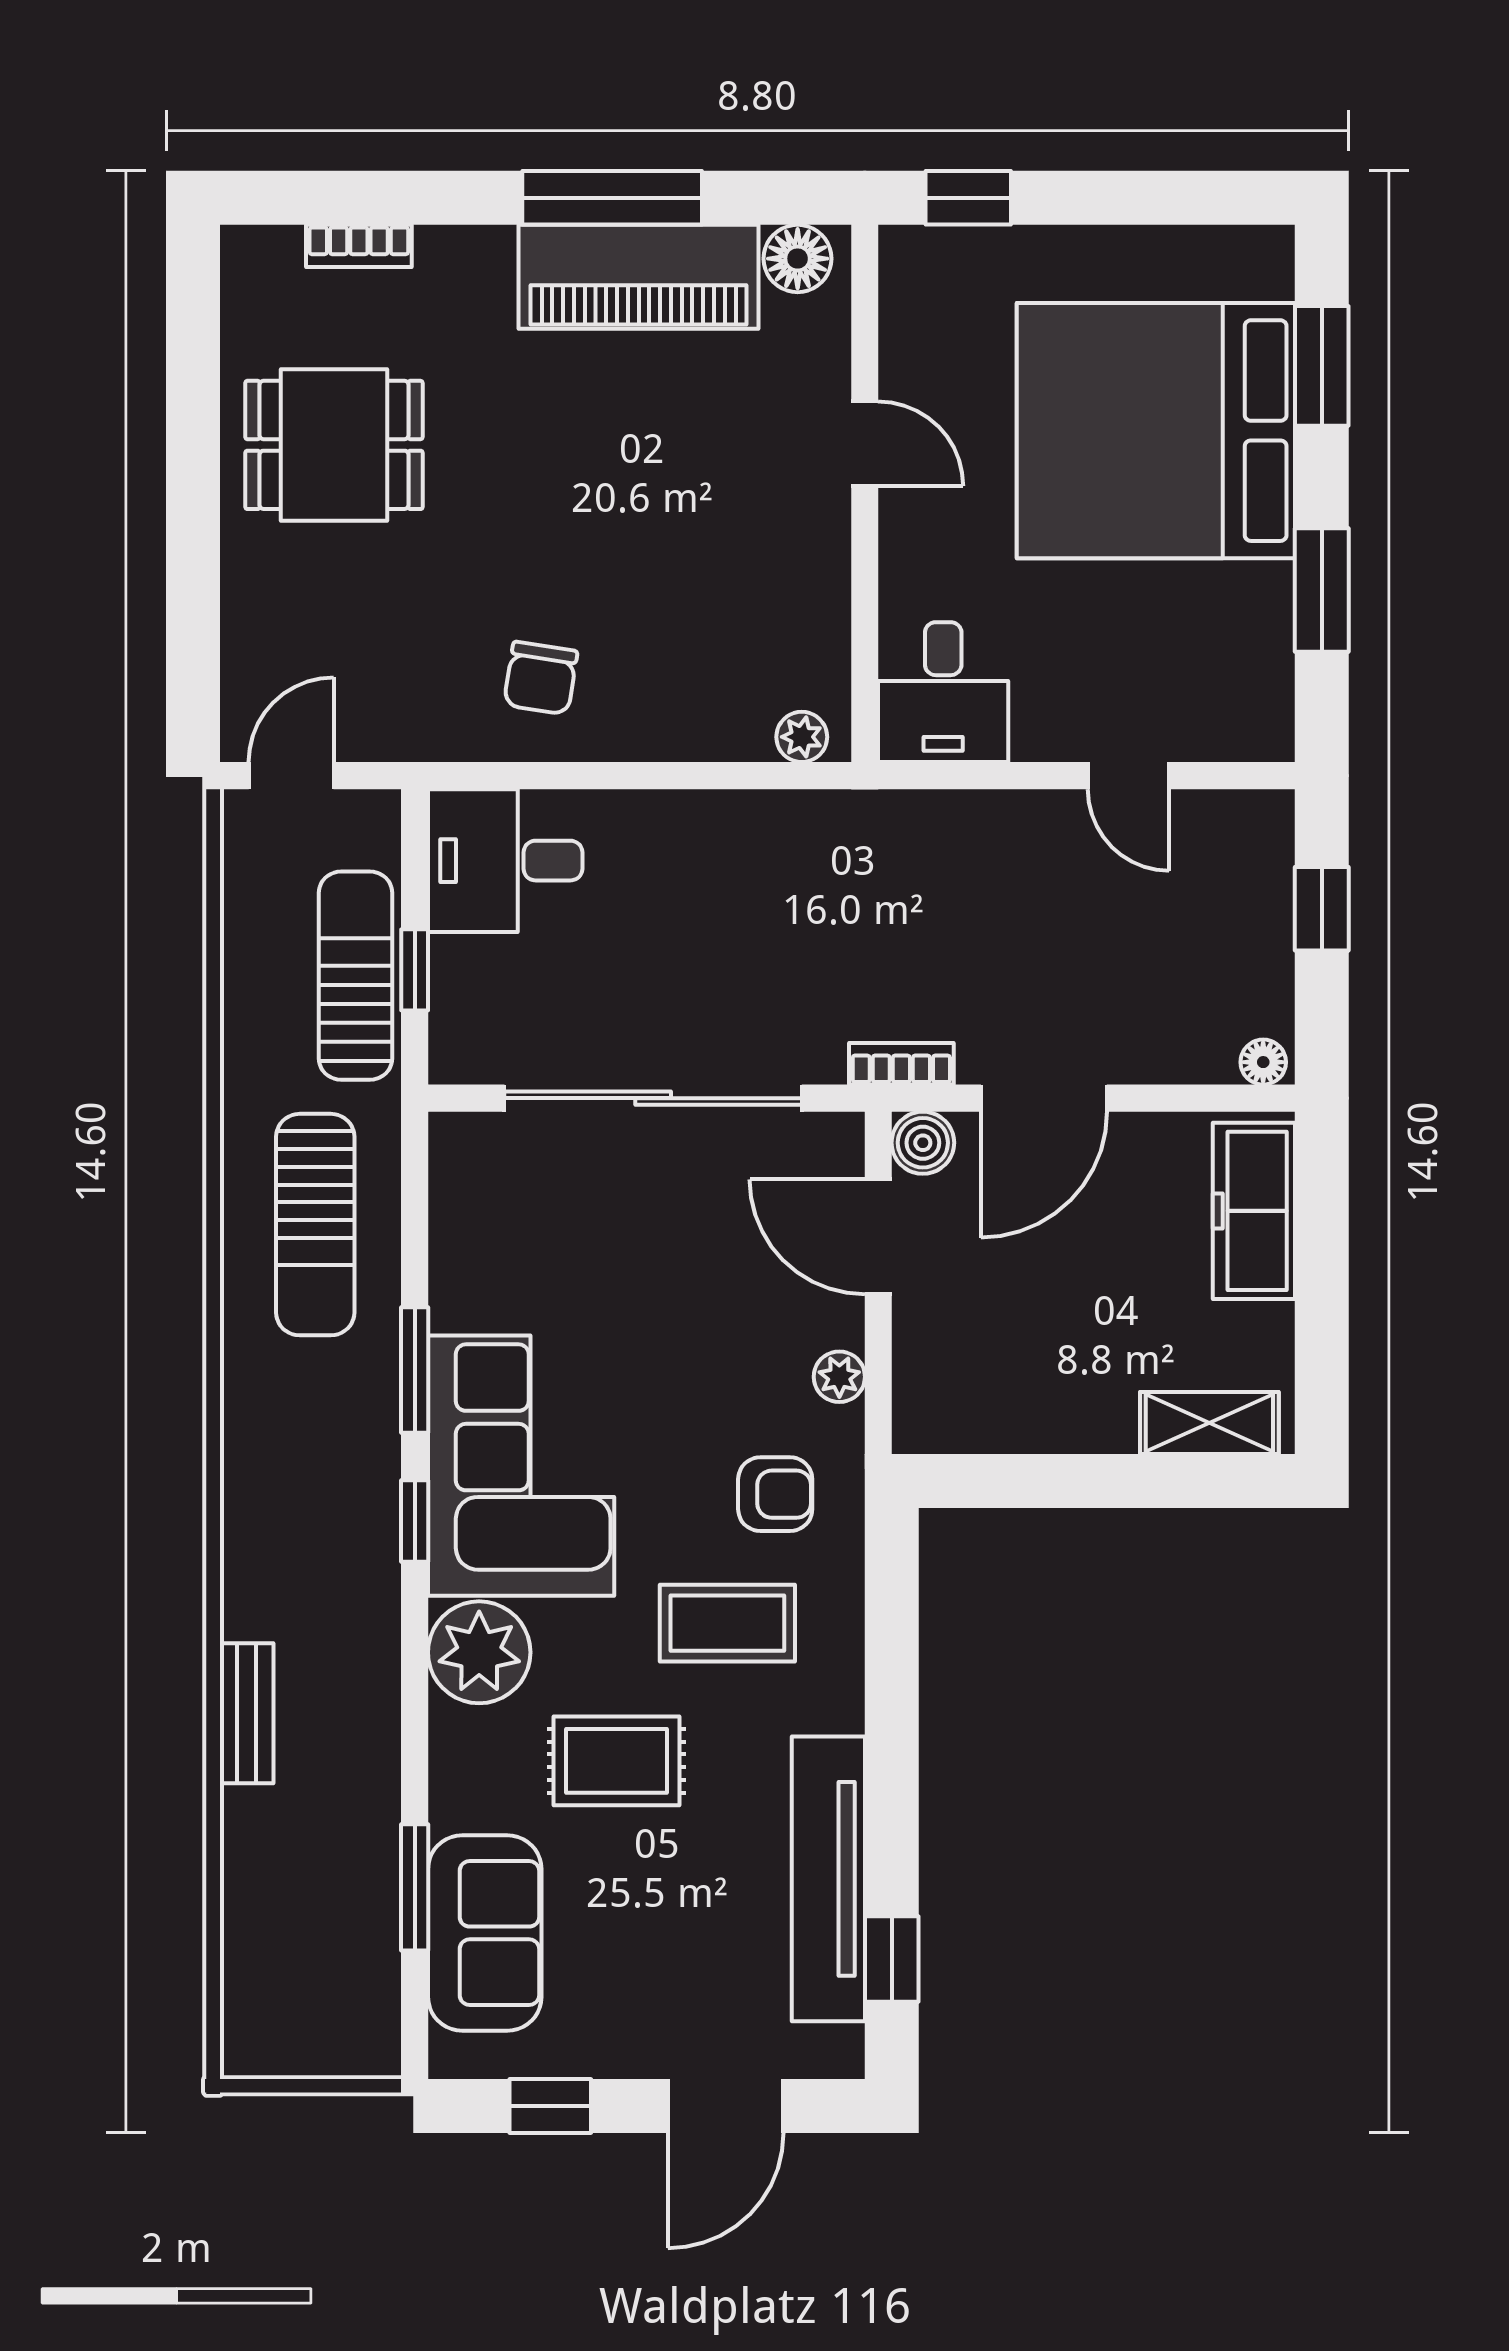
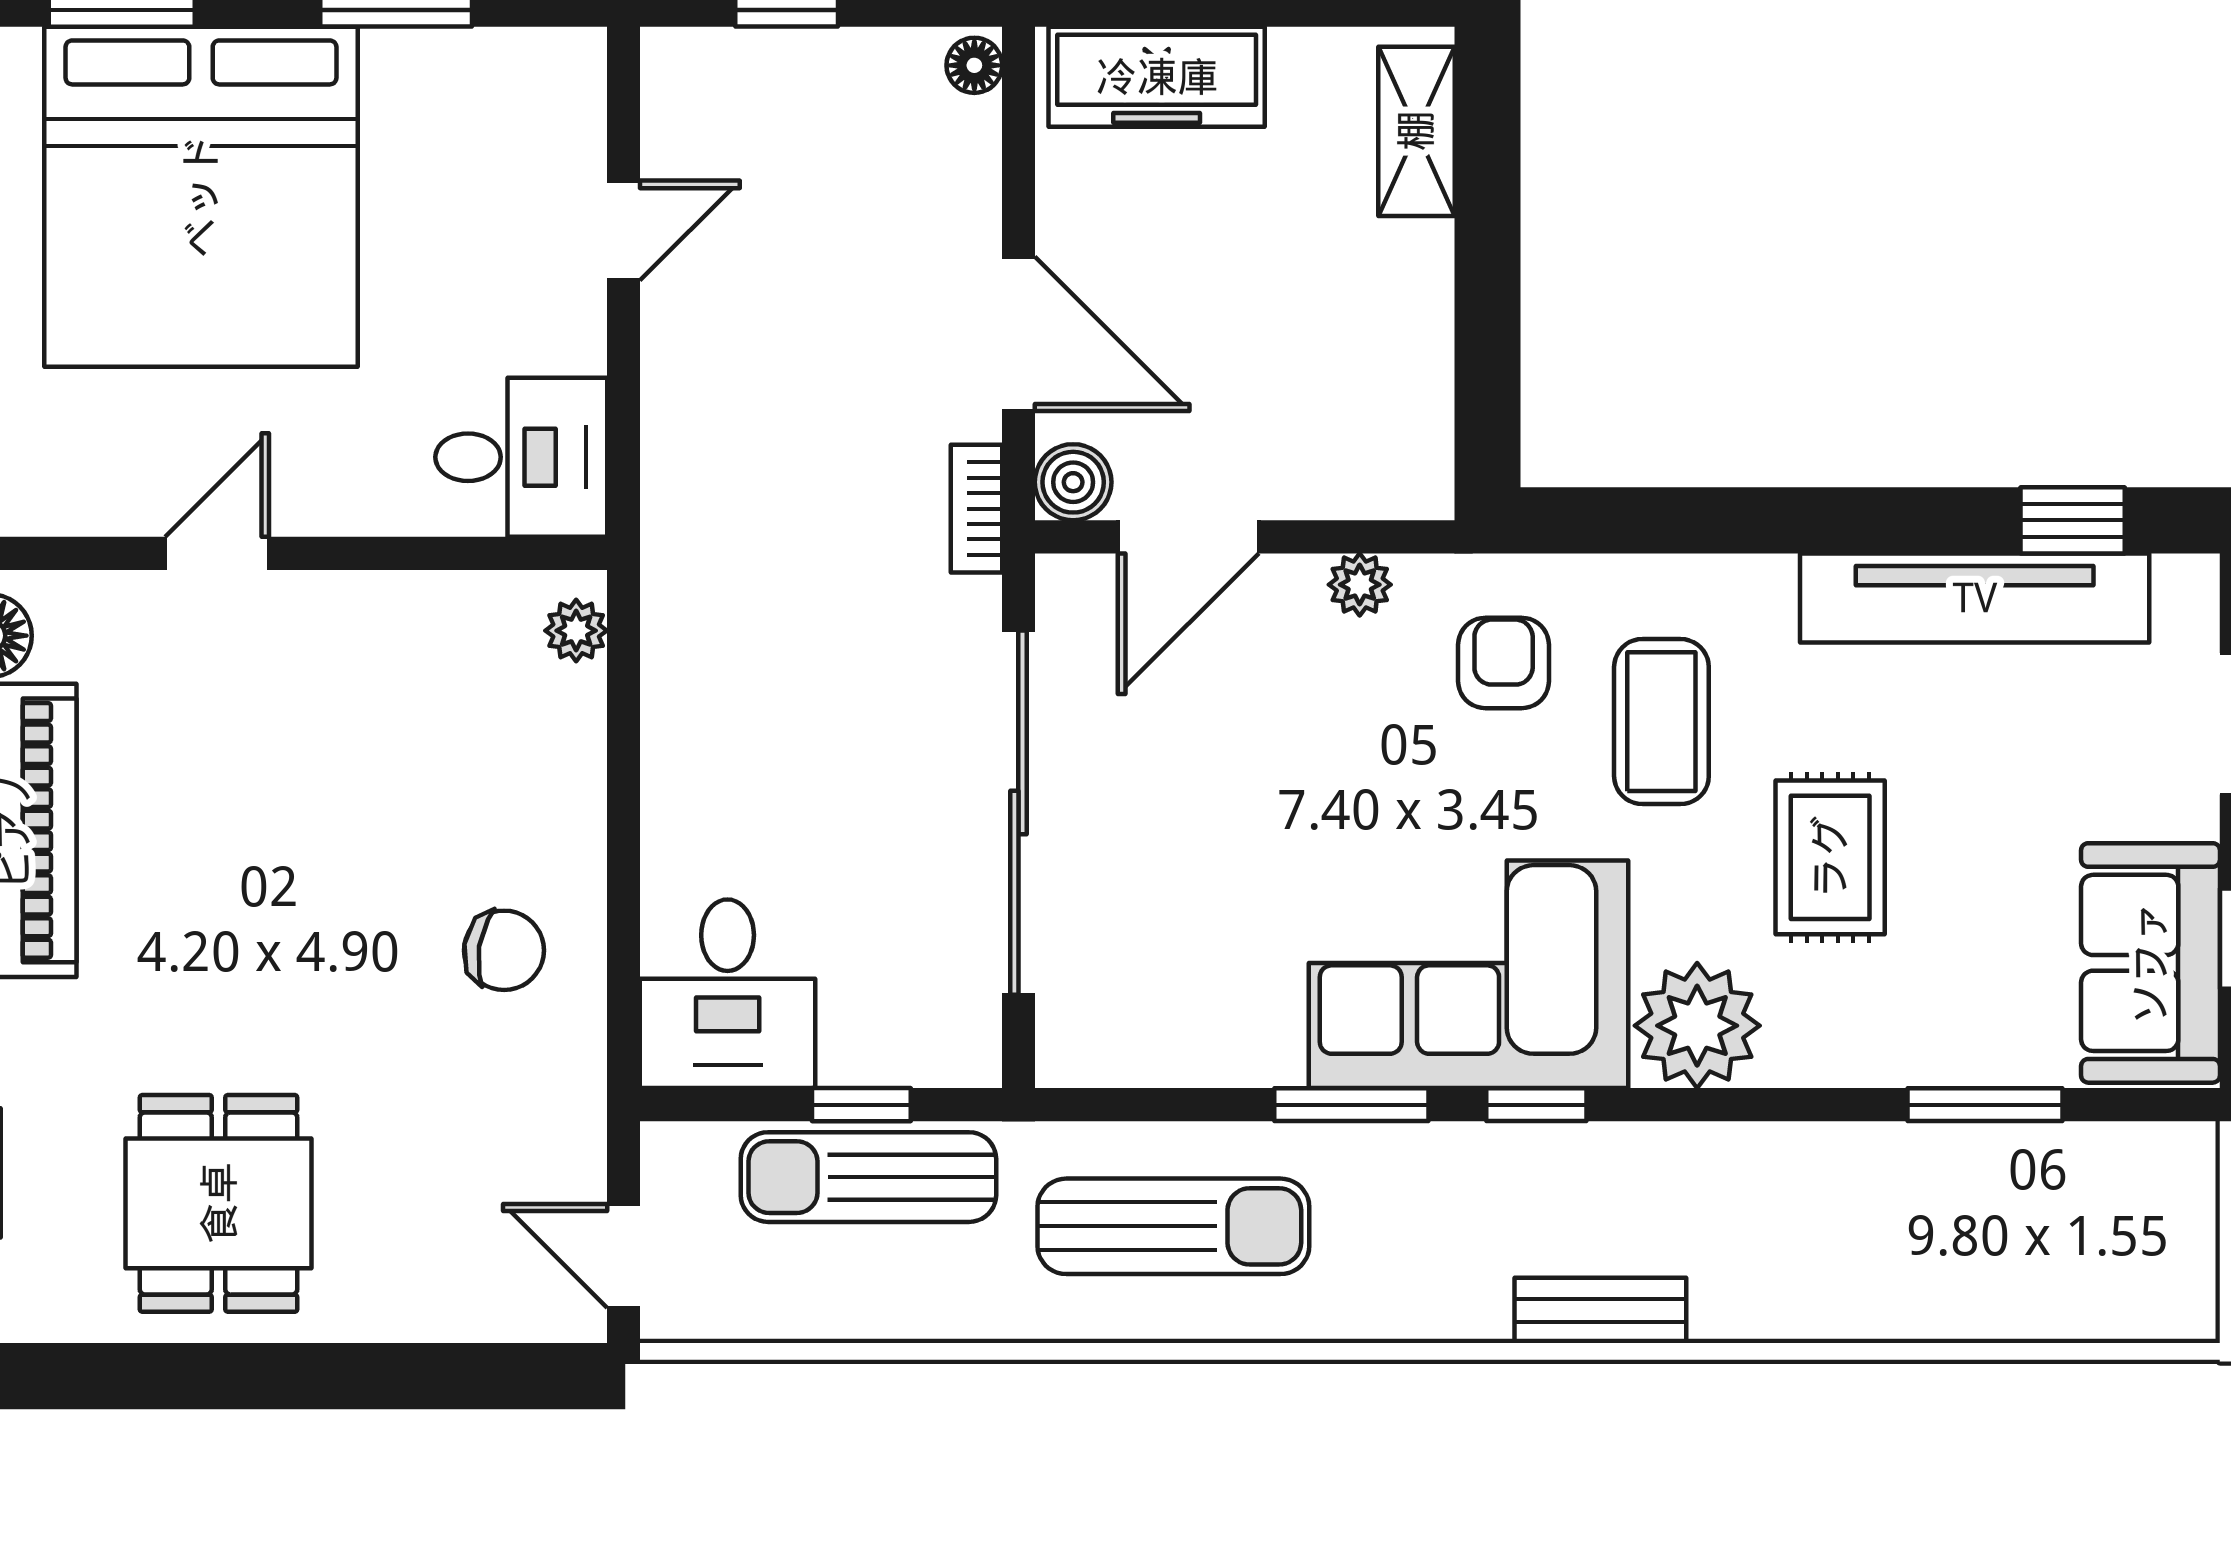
bench: (247, 1713) -> (1600, 1310), moved
sofa: (485, 1933) -> (2150, 963), moved, turned -90

